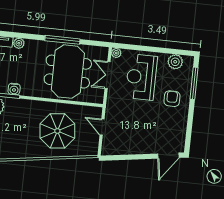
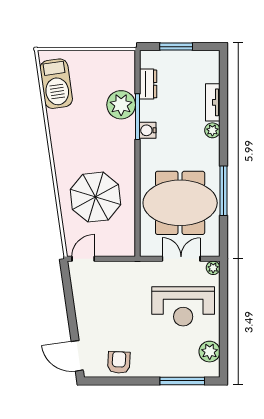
reception desk: (141, 77) -> (183, 306), turned 180
armchair: (172, 99) -> (119, 362), moved, turned -87
door: (102, 127) -> (83, 259), moved

